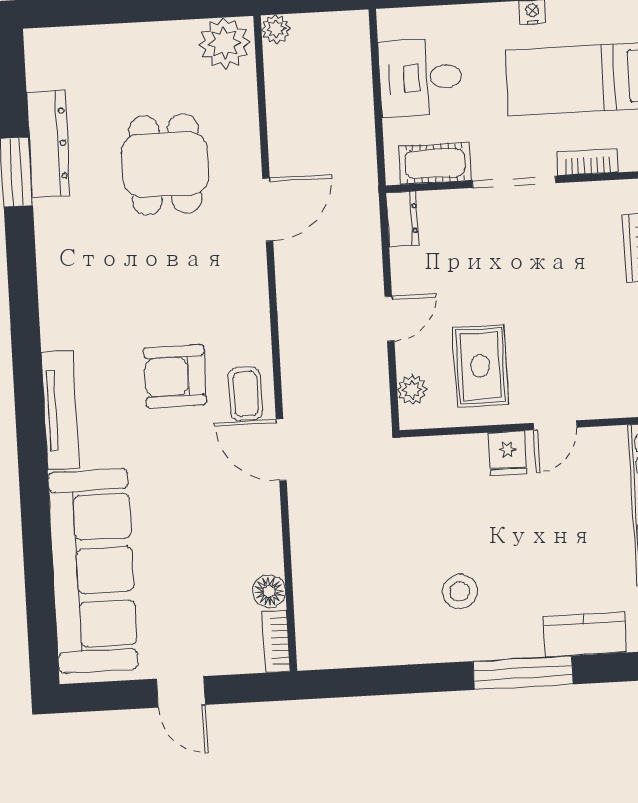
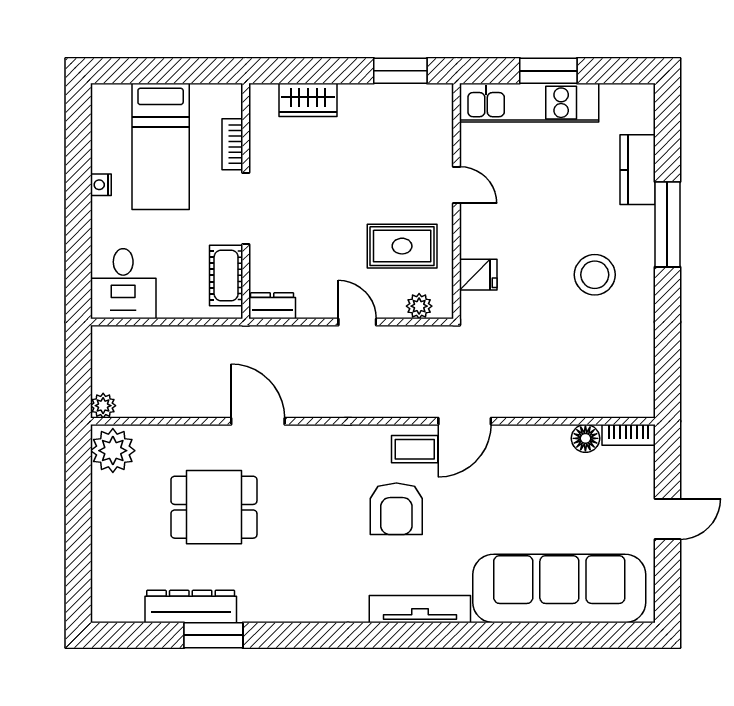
desk: (421, 78) -> (123, 284), moved
fridge: (507, 453) -> (478, 275), moved
stool: (460, 592) -> (595, 275), width x1.38, depth x1.38

